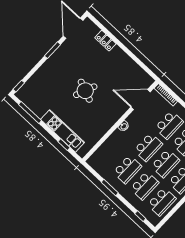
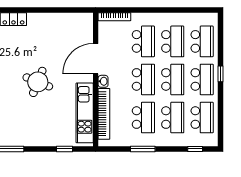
door: (141, 100) -> (96, 59), moved
kitchen unit: (62, 131) -> (85, 113), moved, turned -90
bookcase: (106, 146) -> (104, 114), added

